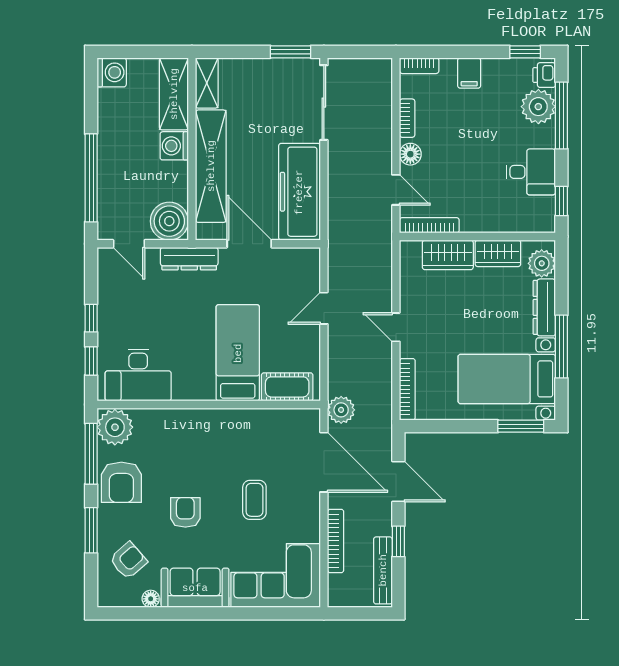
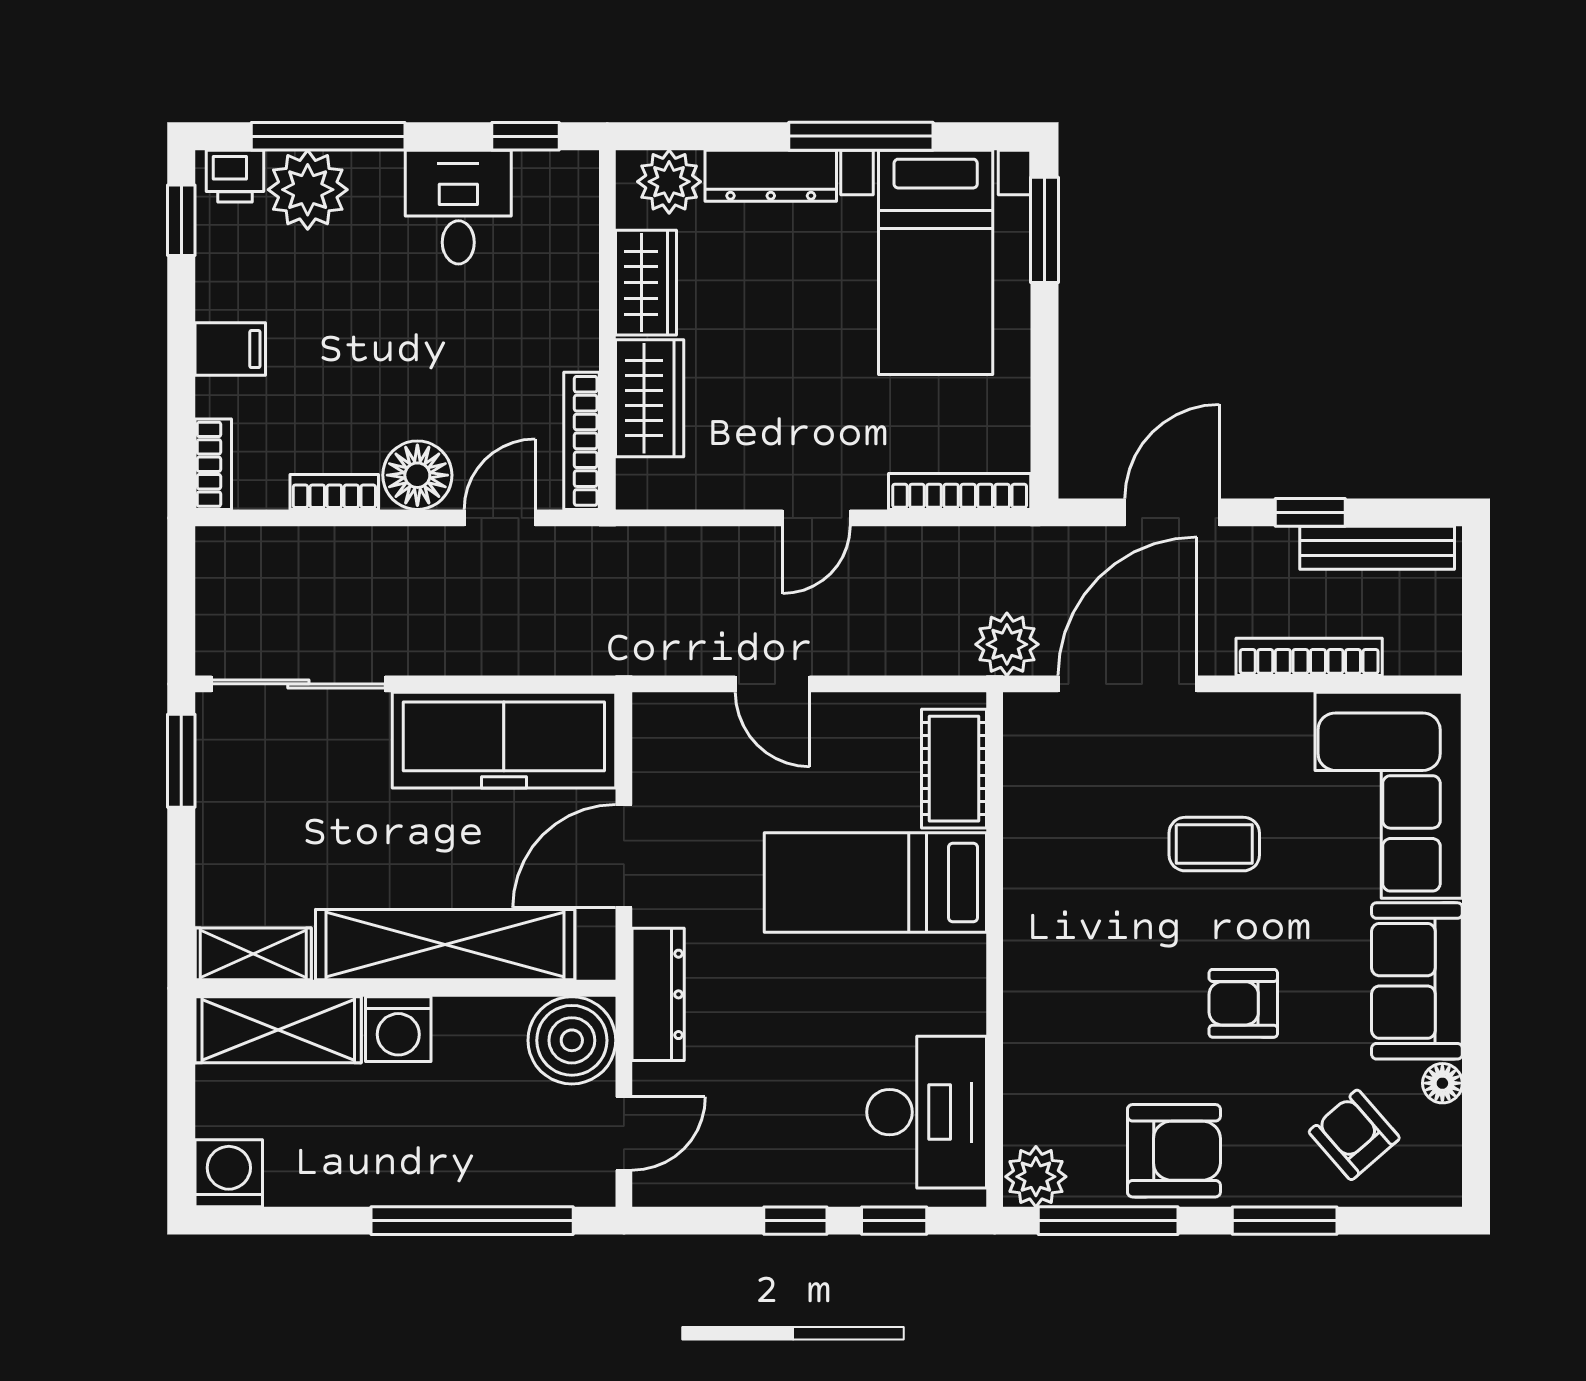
floor lamp: (410, 154) -> (417, 475), width x1.38, depth x1.38
plant: (115, 427) -> (1036, 1177), width x0.73, depth x0.73

